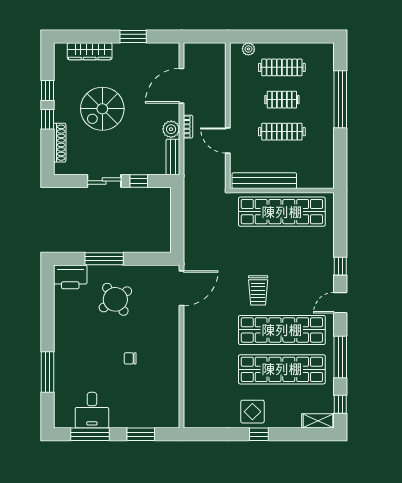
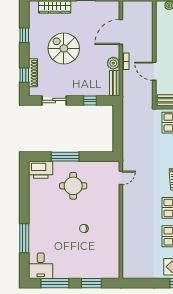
spiral stairs: (102, 109) -> (64, 48), turned 90
window: (47, 119) -> (24, 75), moved
sliding door: (104, 181) -> (54, 100), moved
door: (182, 288) -> (121, 178), width x0.53
round table: (115, 299) -> (73, 186), turned 35
desk: (92, 410) -> (41, 266), moved

